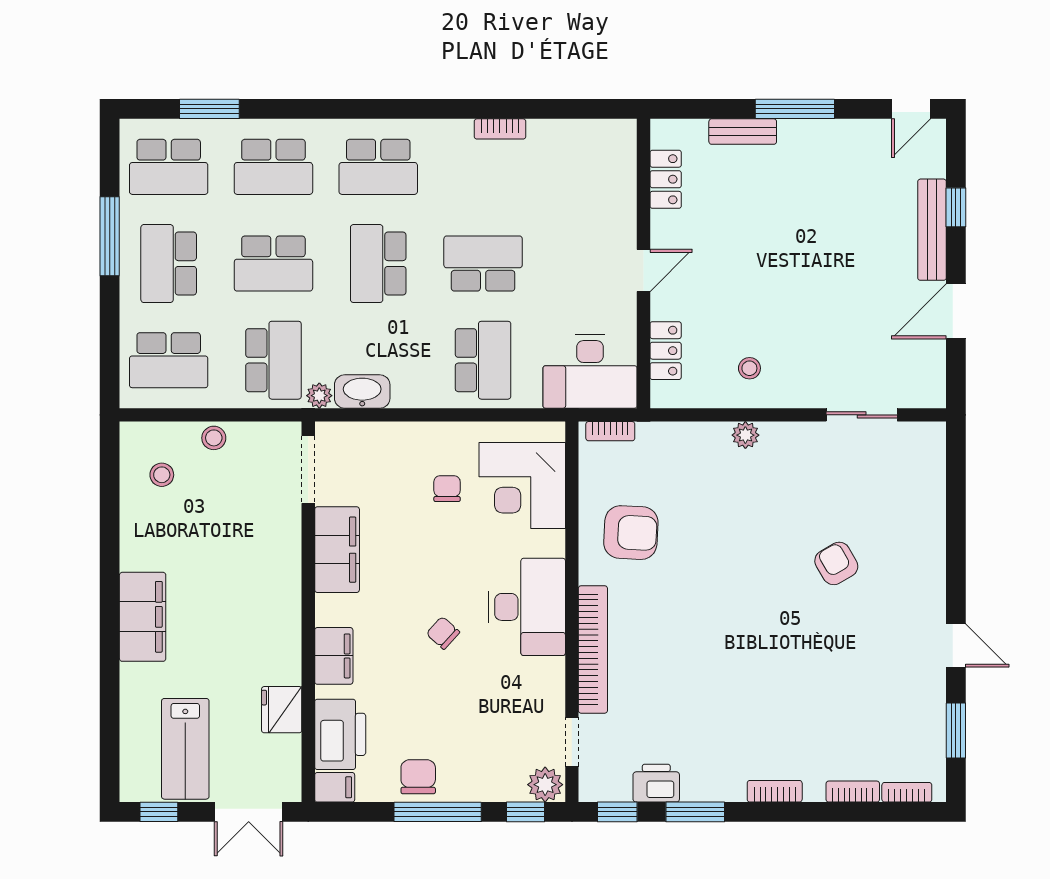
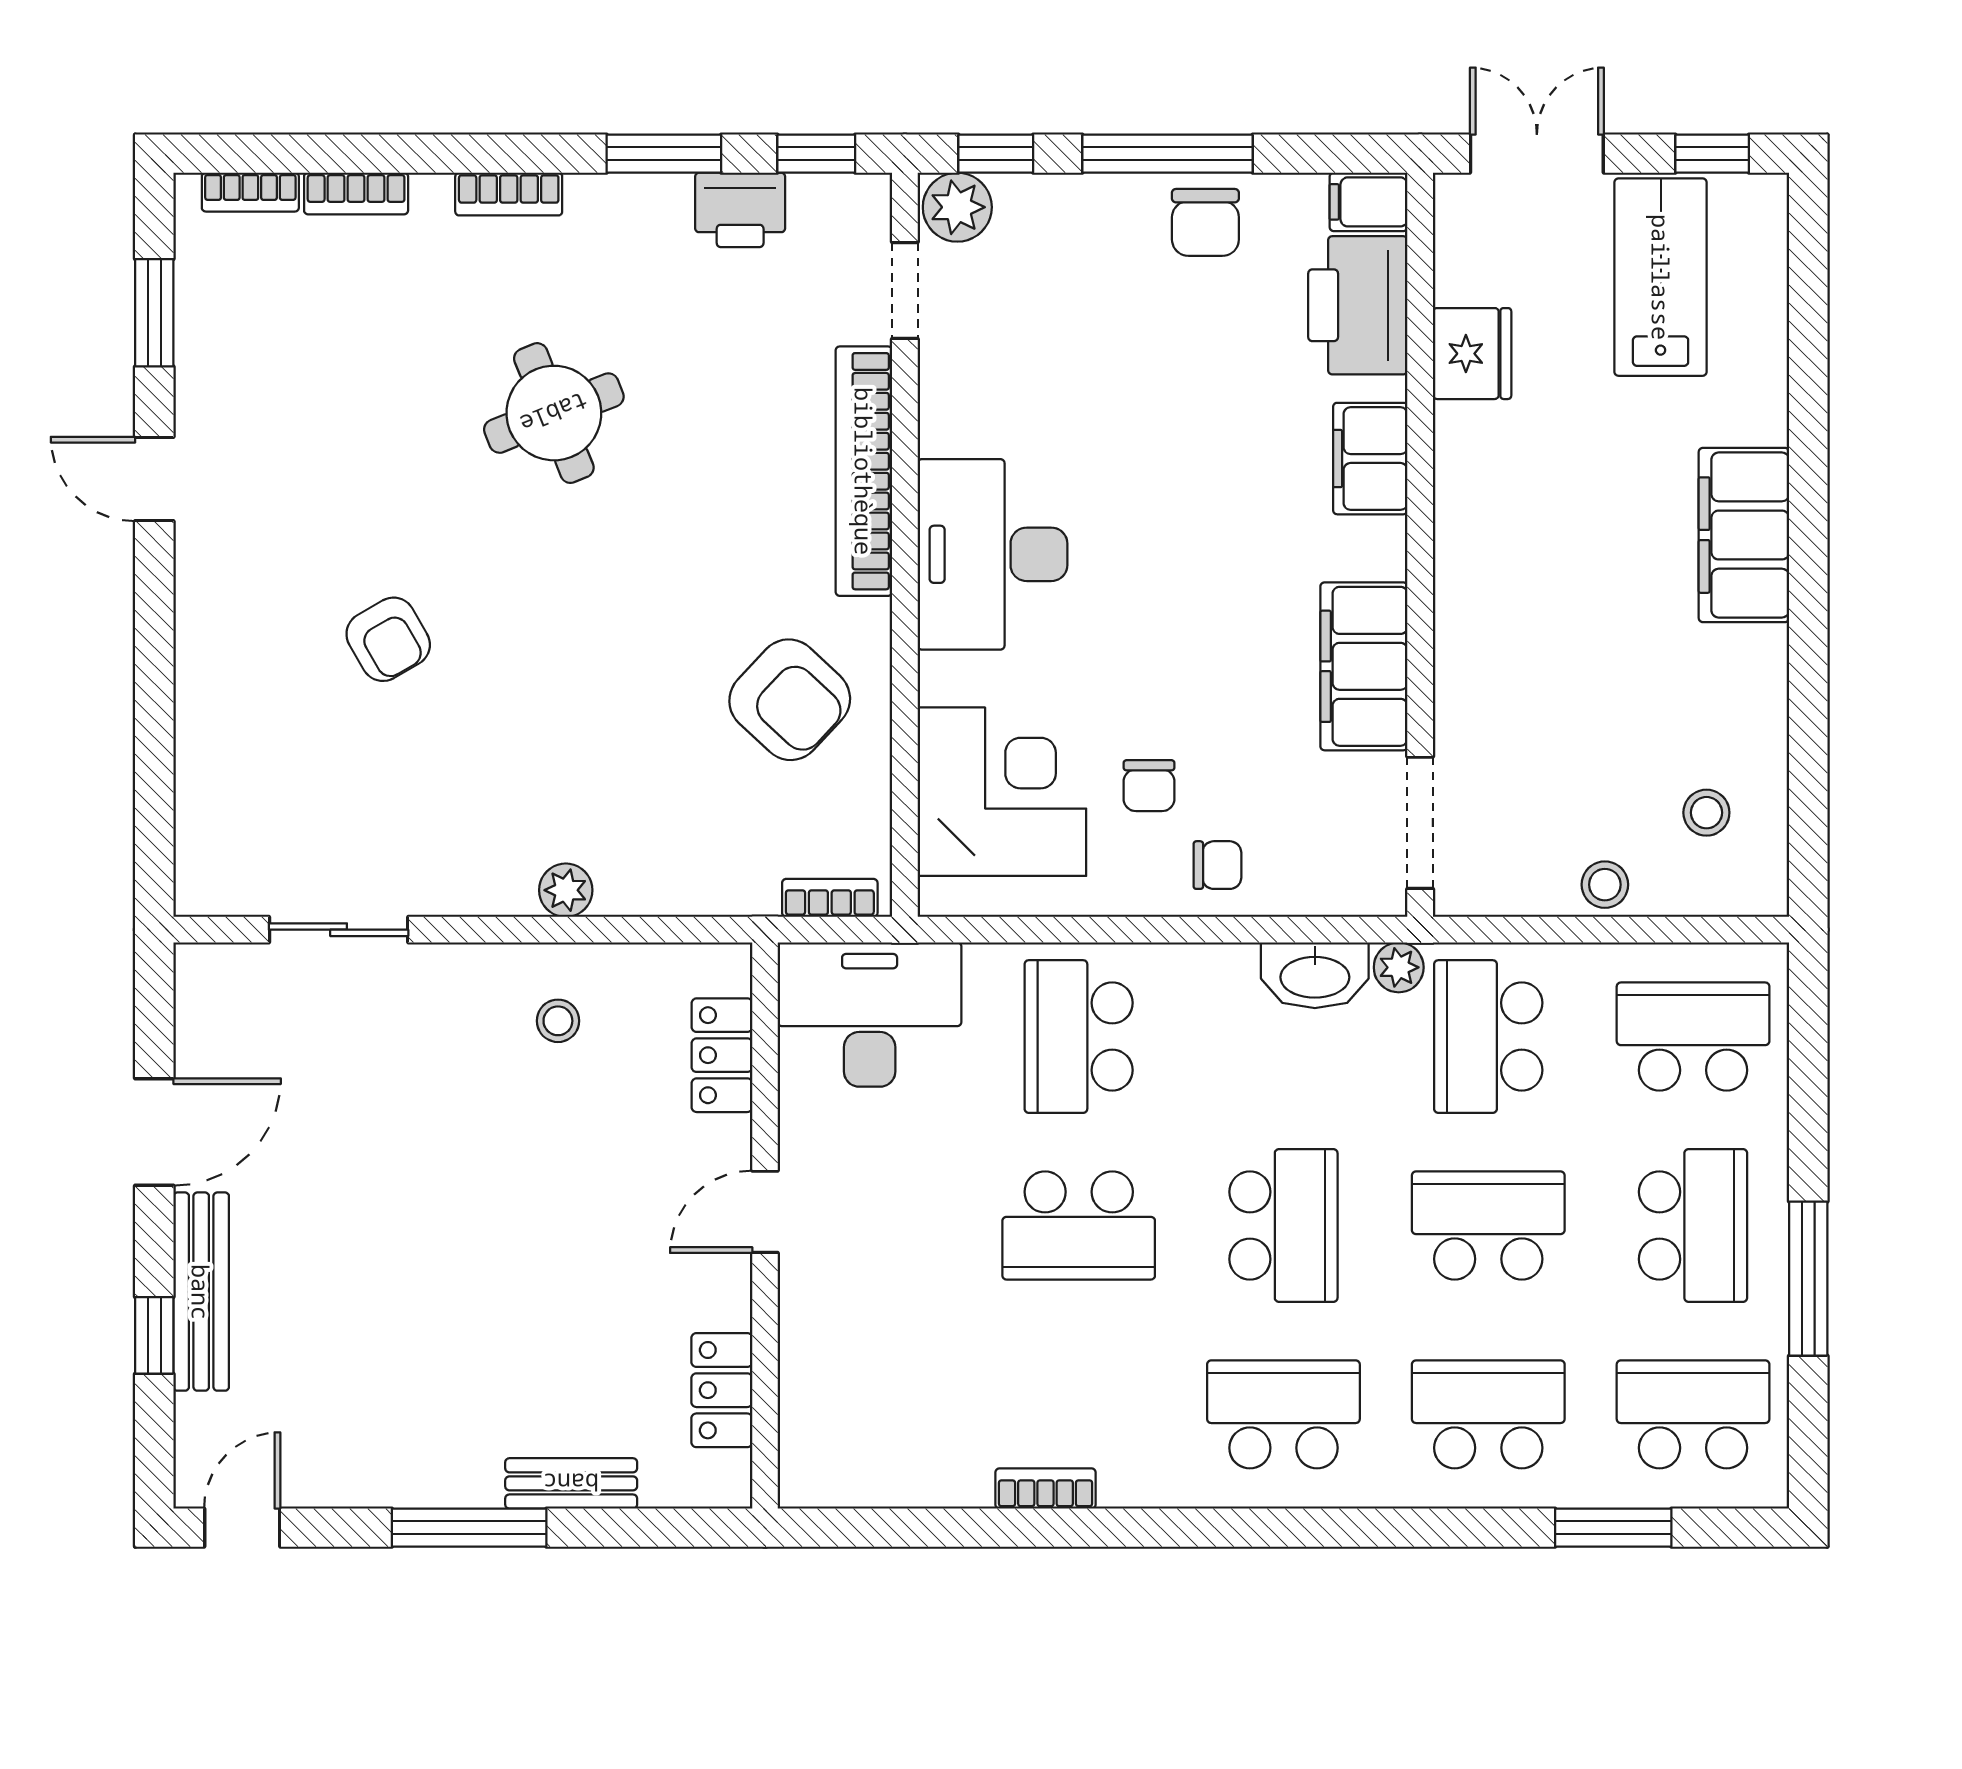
armchair: (631, 533) -> (790, 700), turned -140
chair: (443, 633) -> (1217, 865), moved, turned -42
round table: (752, 679) -> (554, 413), added

